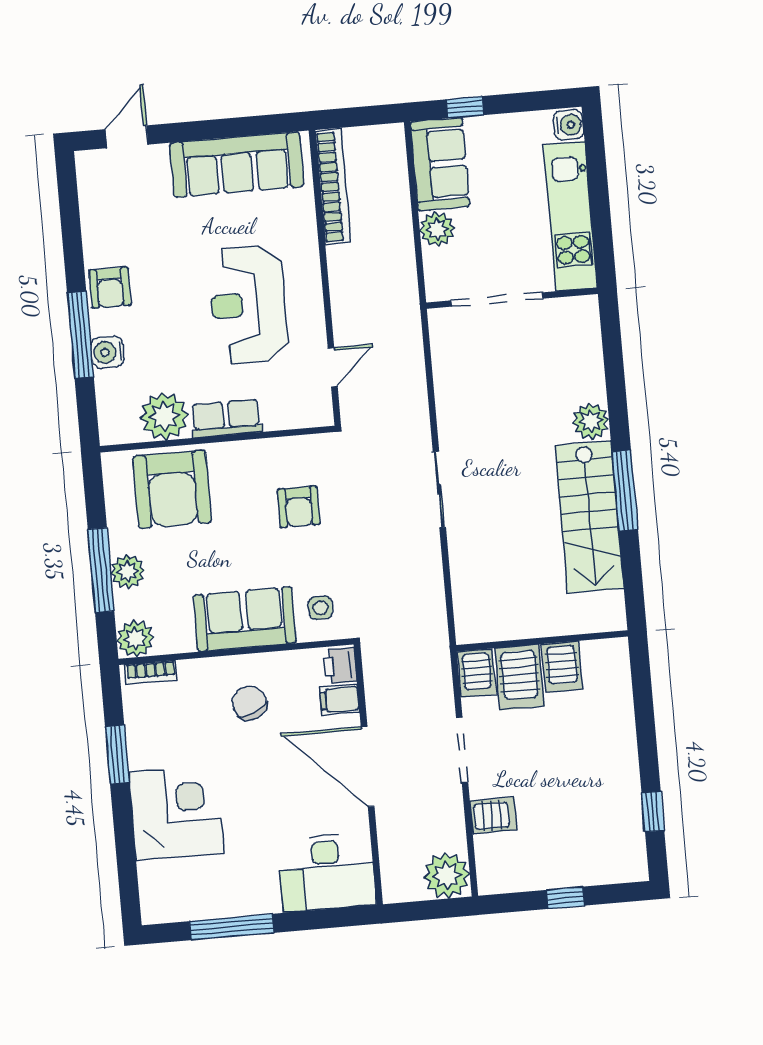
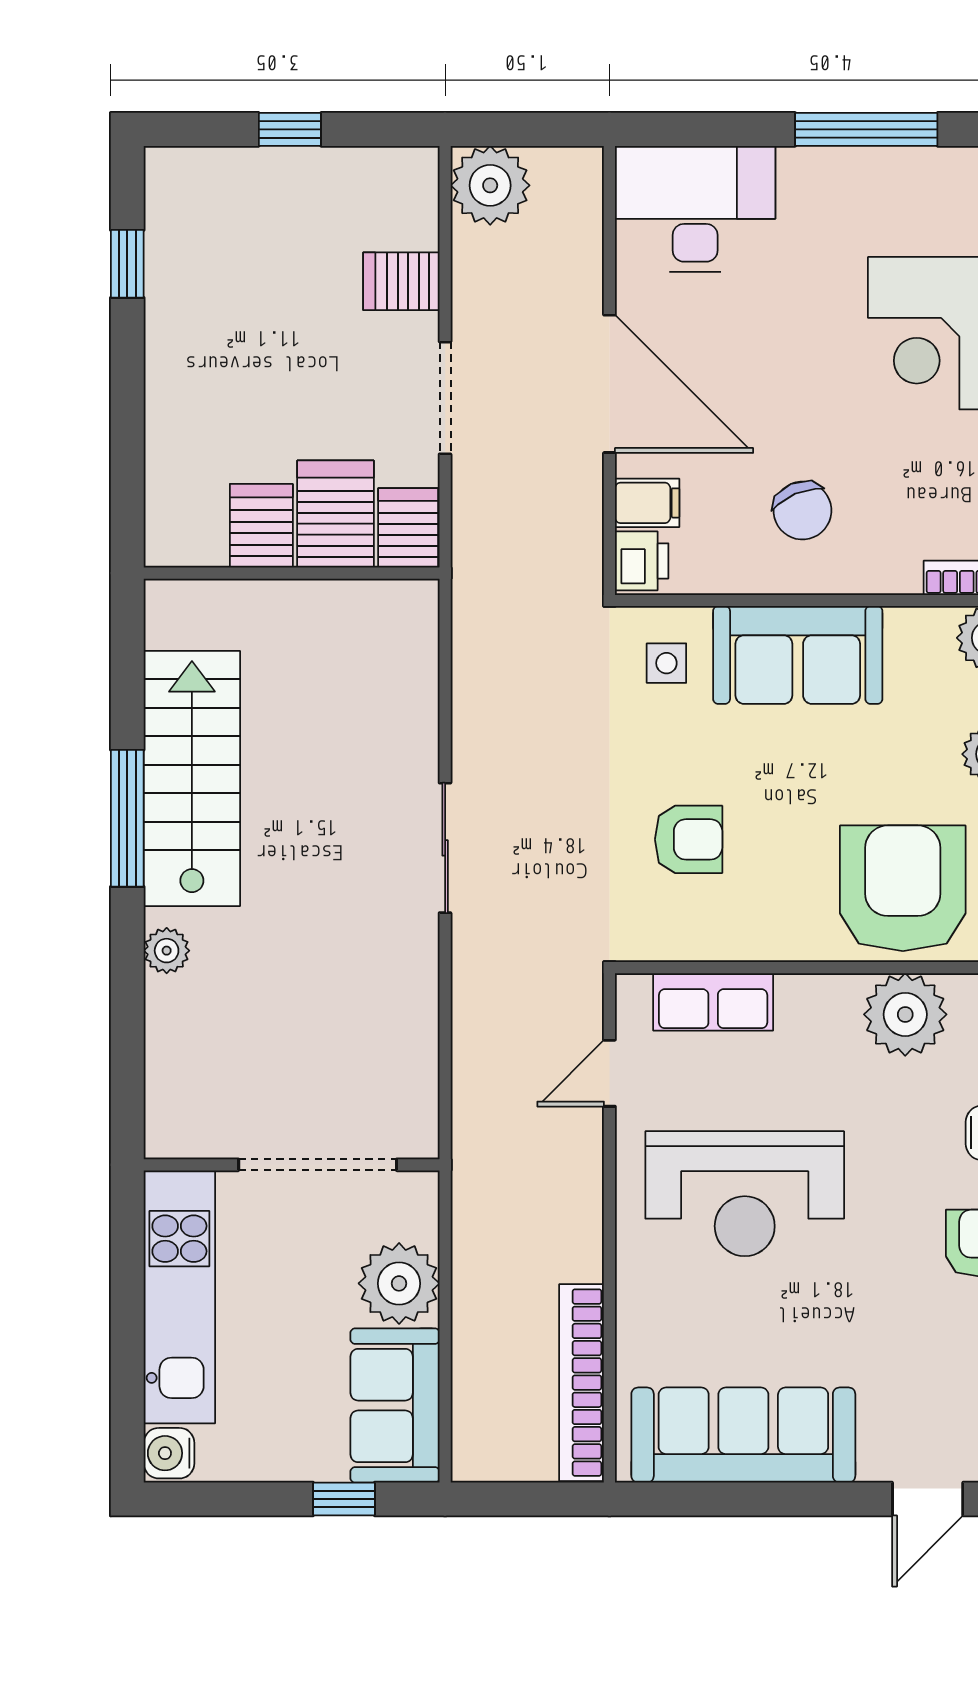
plant: (437, 229) -> (399, 1283), width x1.36, depth x1.36
reception desk: (248, 304) -> (745, 1194), turned 90
row of seats: (226, 418) -> (713, 1002), moved
plant: (591, 421) -> (167, 951), width x0.73, depth x0.73
armchair: (299, 507) -> (689, 839), turned 90

